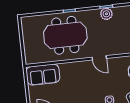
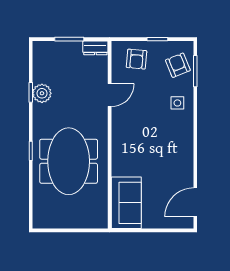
door: (99, 58) -> (110, 95), moved

